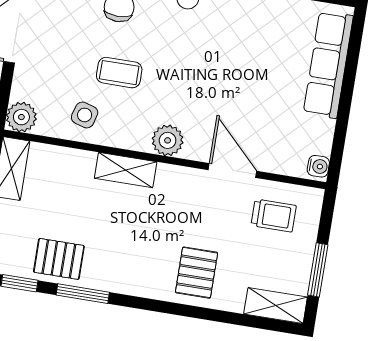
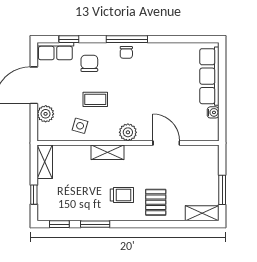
plant: (21, 117) -> (46, 114), moved
water cooler: (318, 166) -> (213, 112), moved
trolley: (274, 215) -> (122, 195), moved
pallet: (59, 259) -> (79, 207), removed

